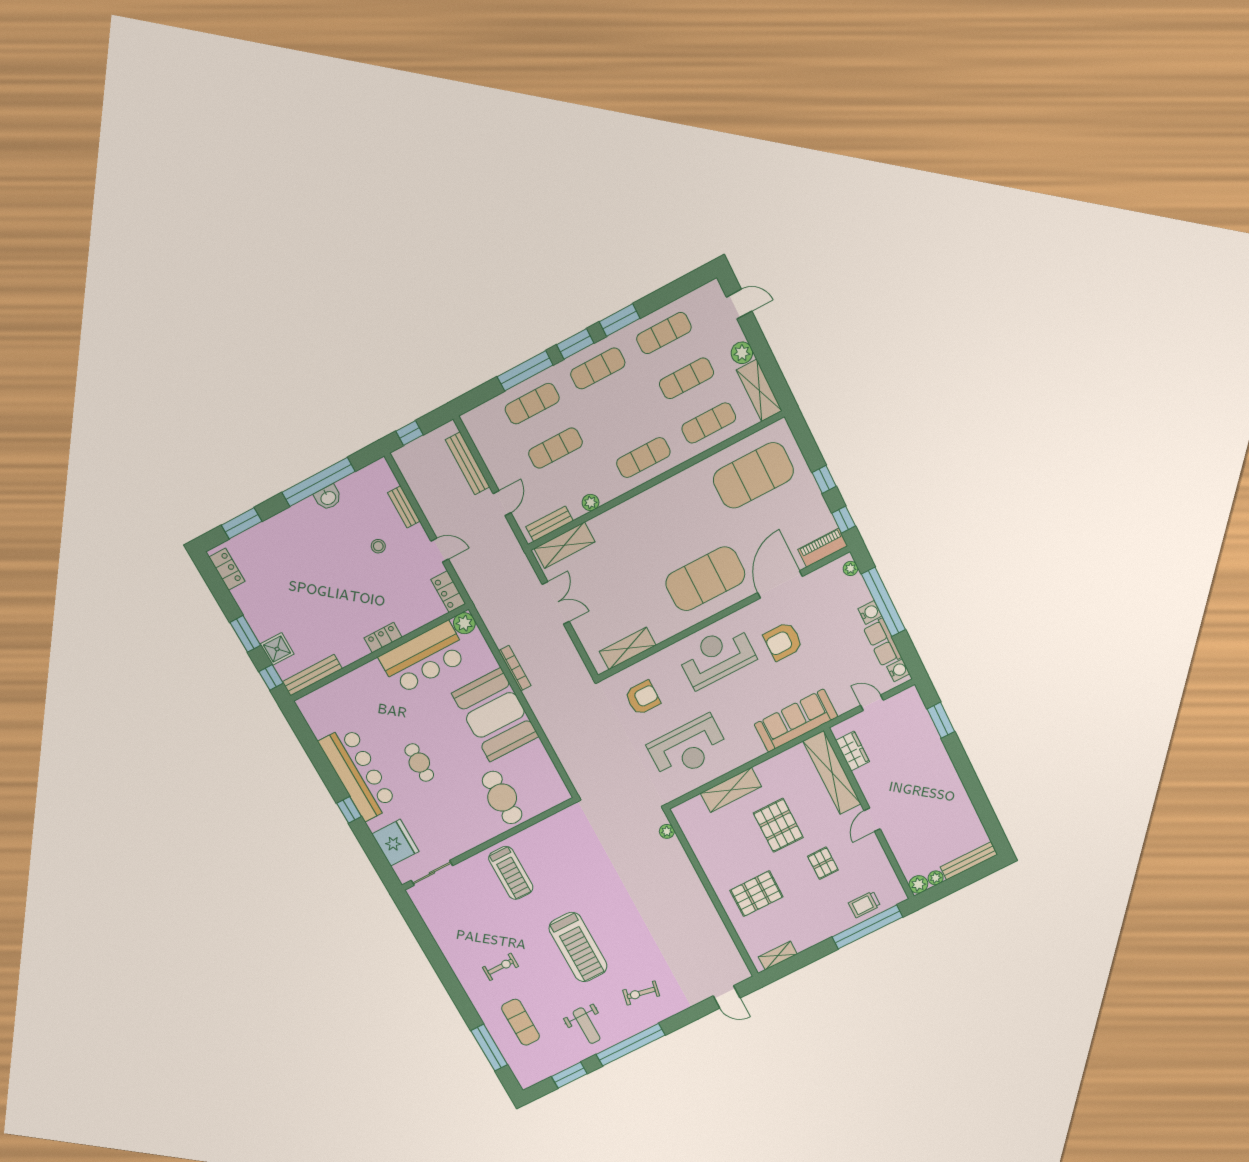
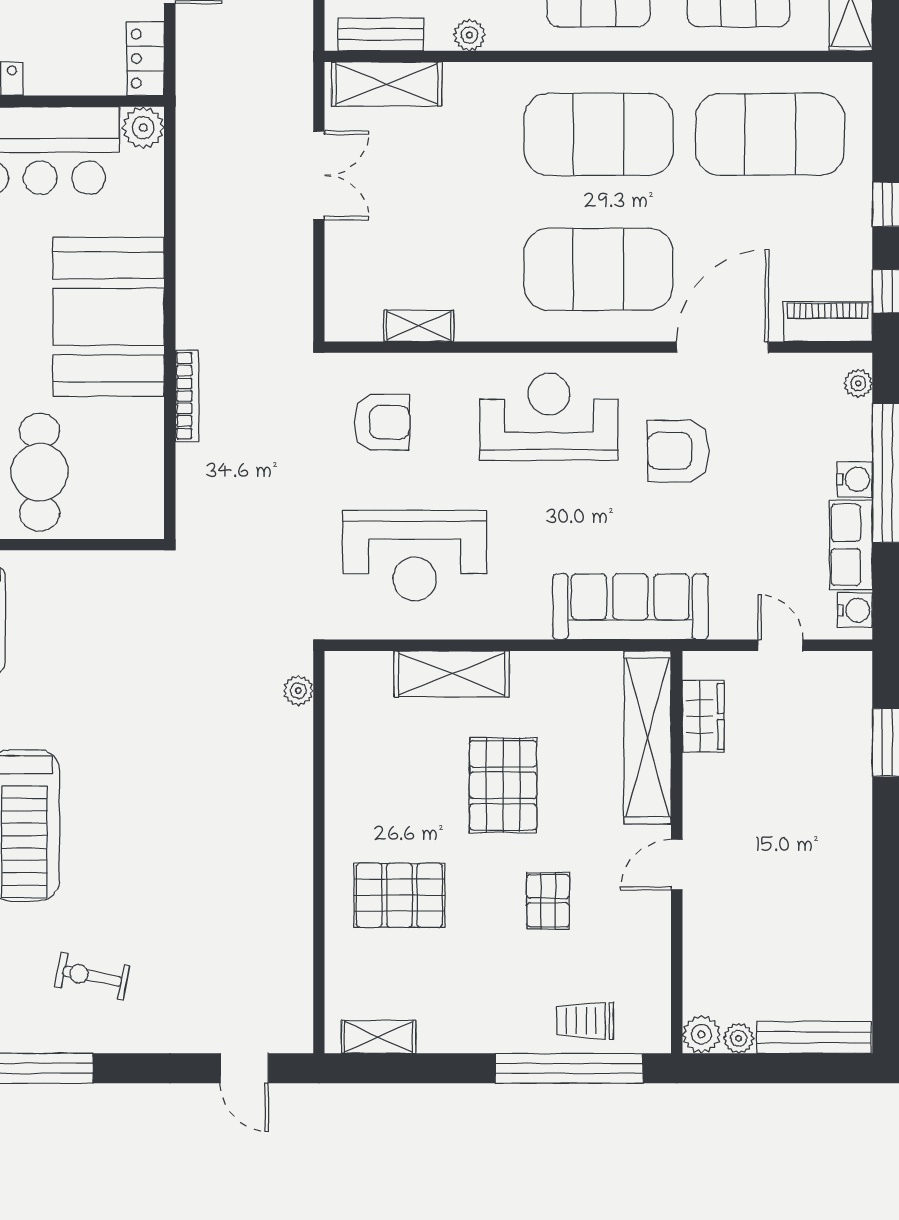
exercise mat: (674, 517) -> (598, 134), added
shelving: (628, 648) -> (419, 326), width x0.67, depth x0.75
bookcase: (515, 668) -> (187, 396), moved

